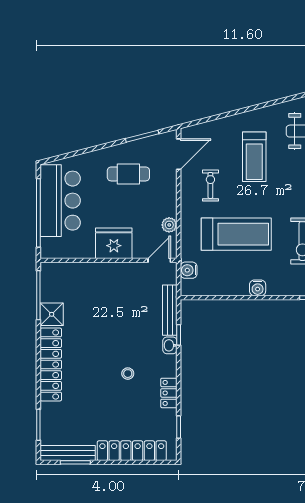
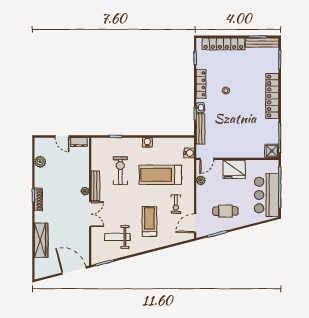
shower: (52, 314) -> (272, 151), moved
locker: (169, 393) -> (201, 84), width x1.53

